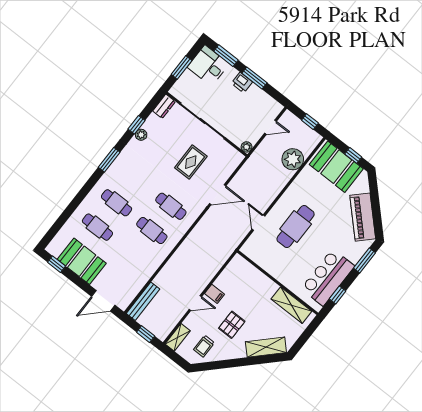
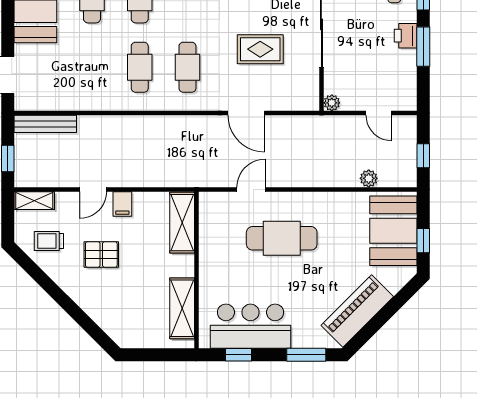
plant: (293, 159) -> (369, 178), width x0.53, depth x0.53
door: (195, 303) -> (93, 189), hinge flipped
shelving: (266, 347) -> (182, 223), moved, turned 45

